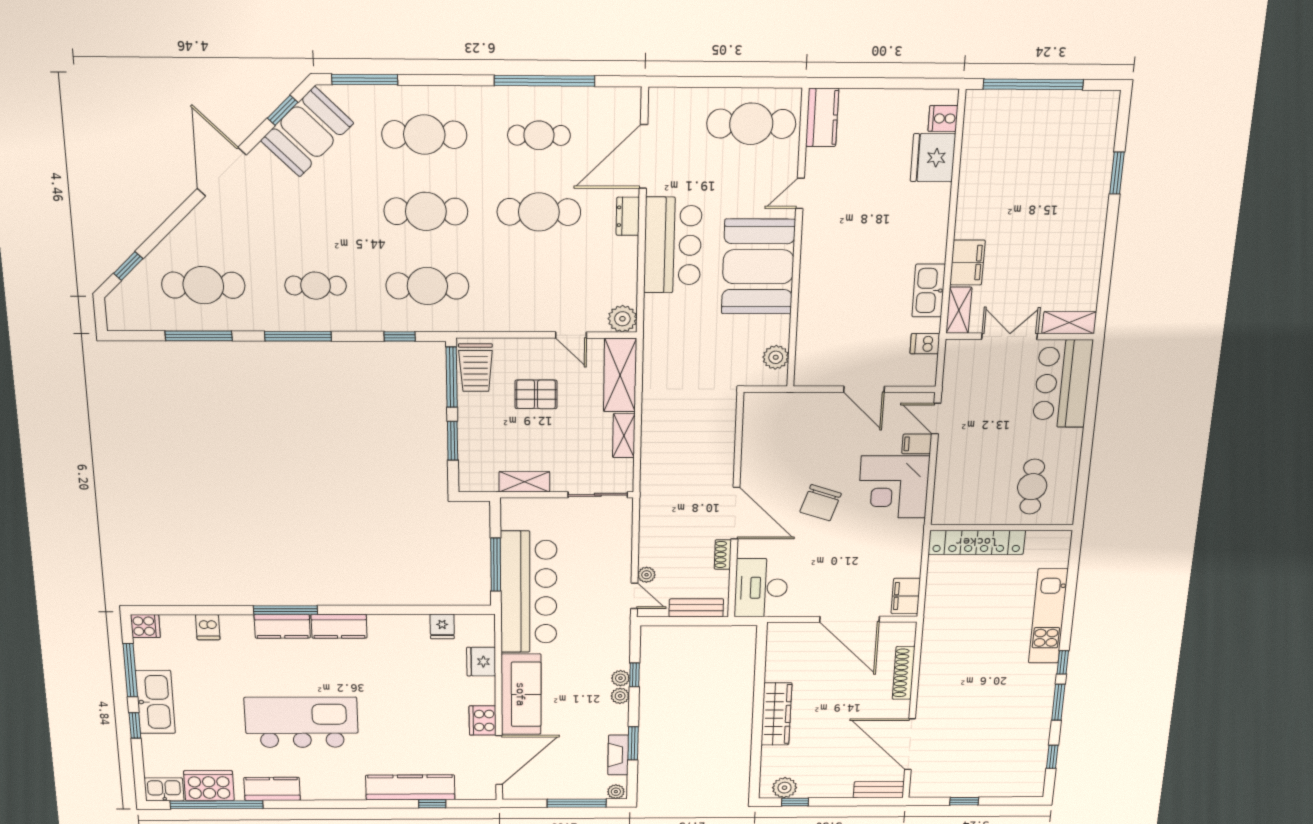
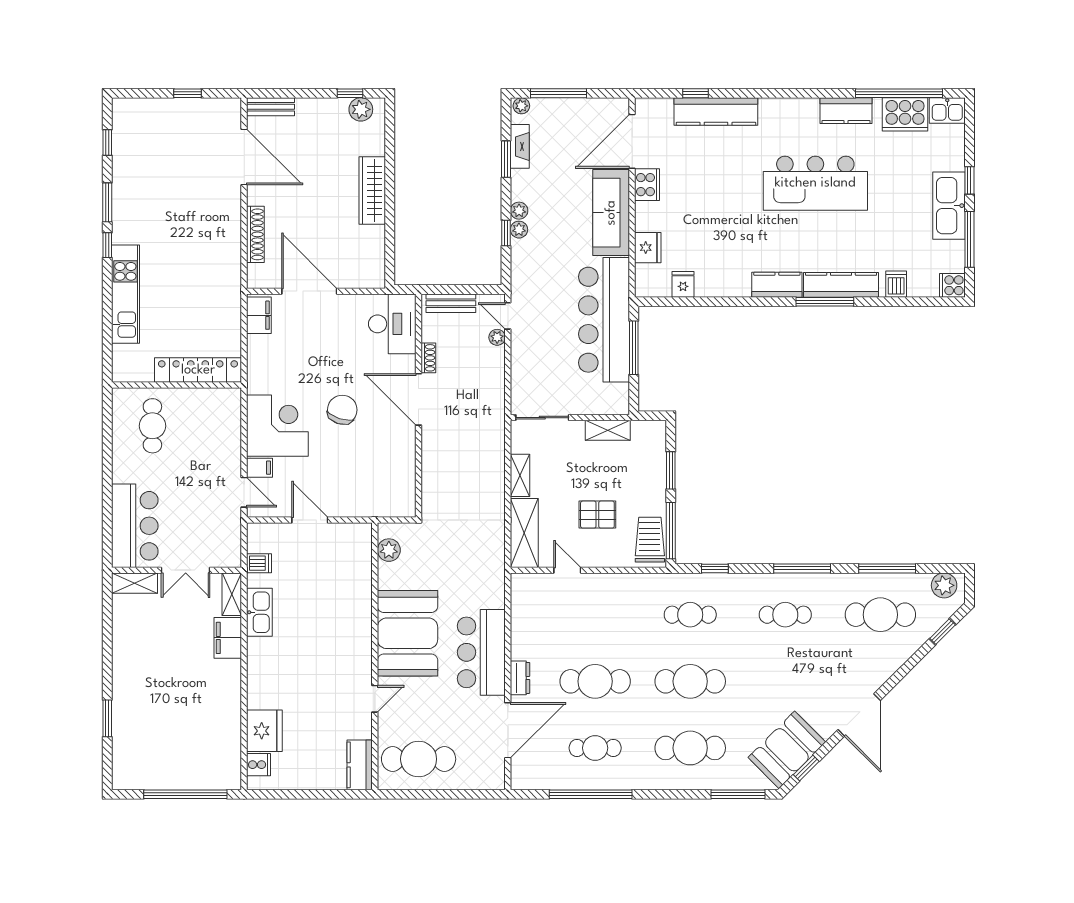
cafe table: (427, 286) -> (690, 615), width x0.73, depth x0.74
plant: (622, 319) -> (944, 585), moved
kitchen counter: (282, 626) -> (841, 285), width x1.50

